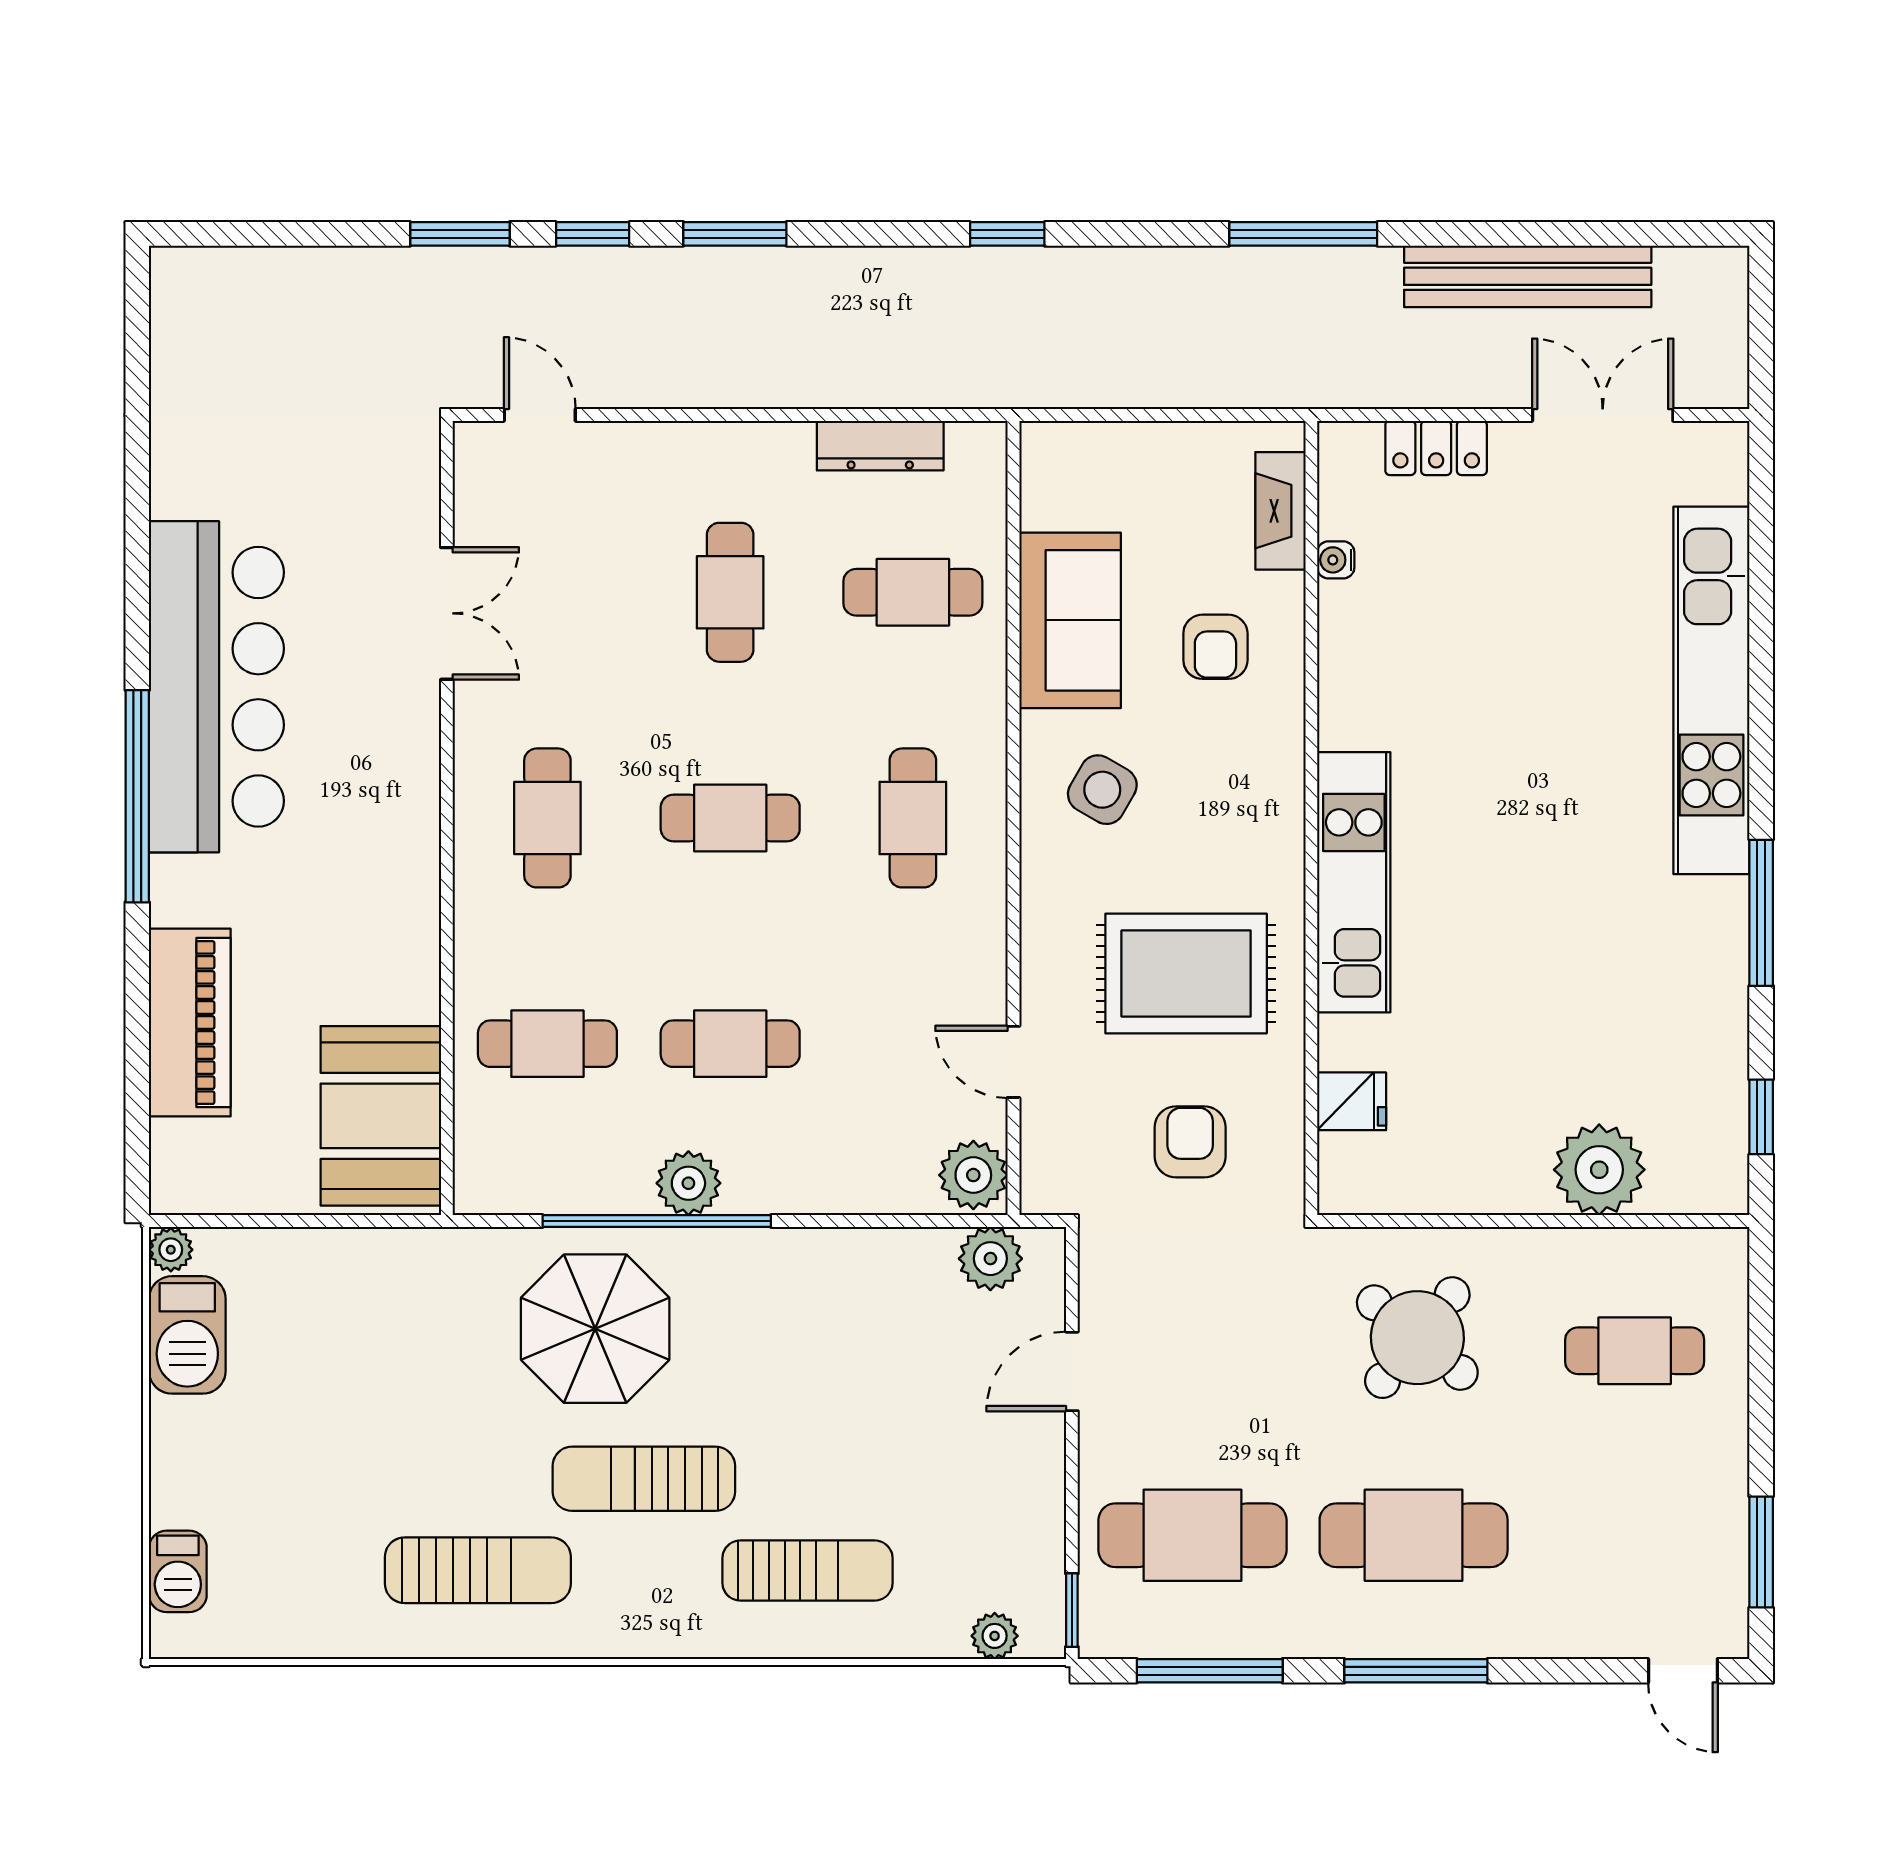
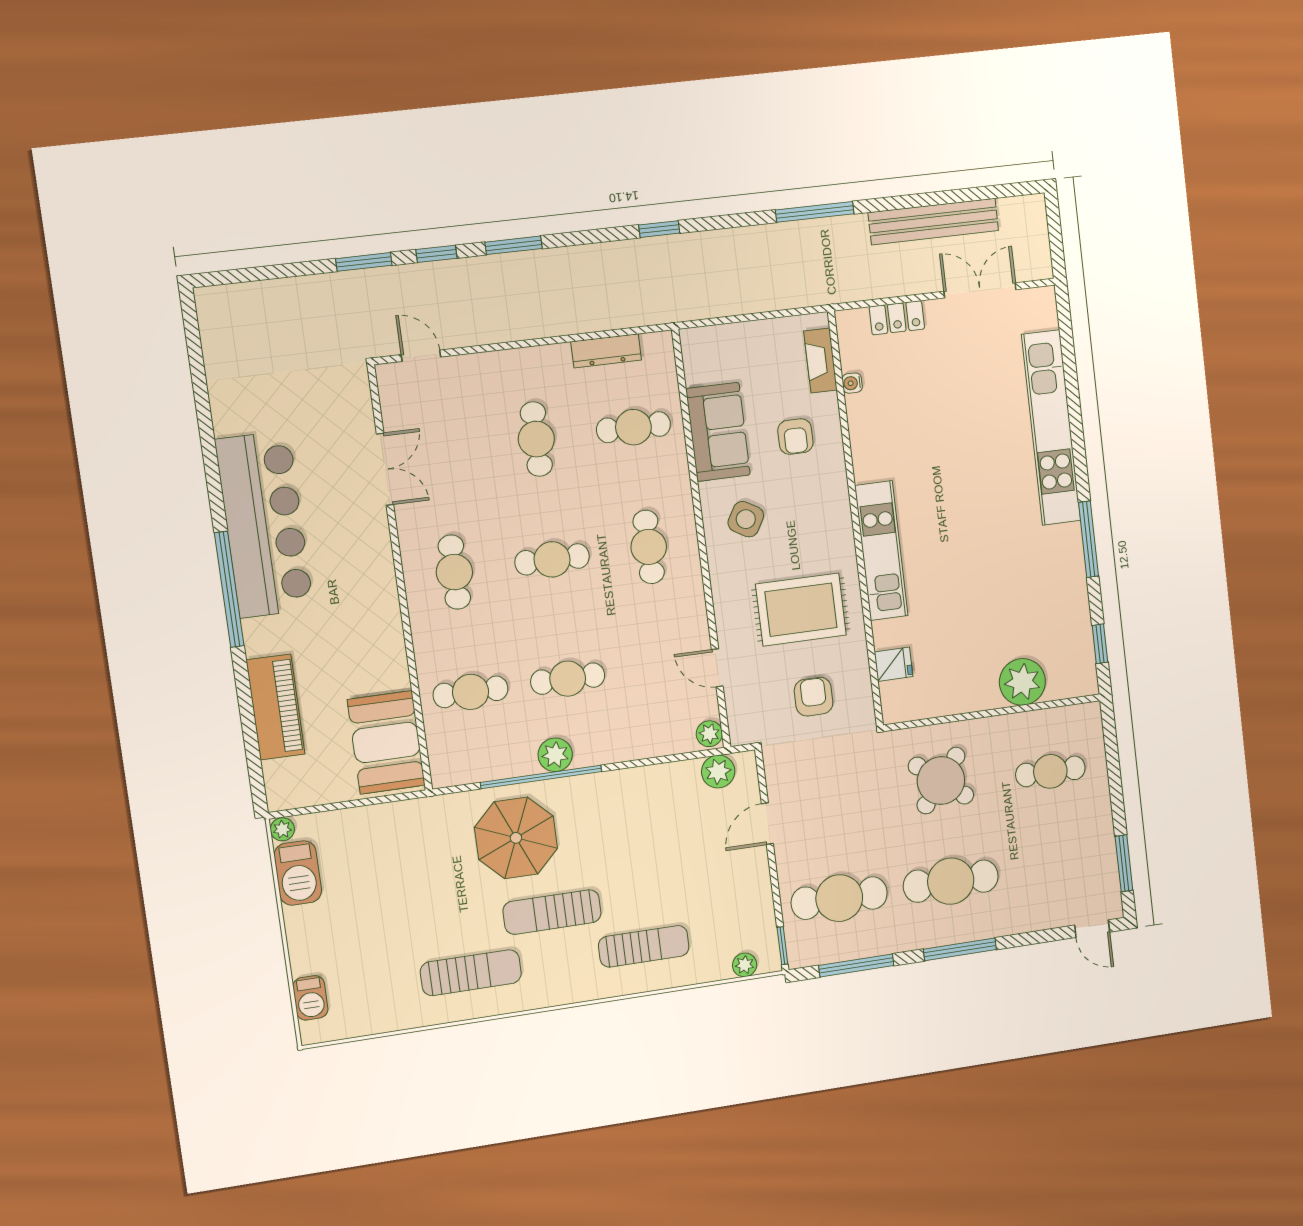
plant: (973, 1175) -> (709, 734), width x0.73, depth x0.73

